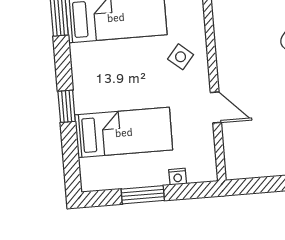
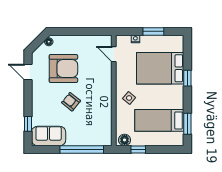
door: (216, 107) -> (114, 54), moved
bed: (124, 132) -> (160, 68), width x1.50

